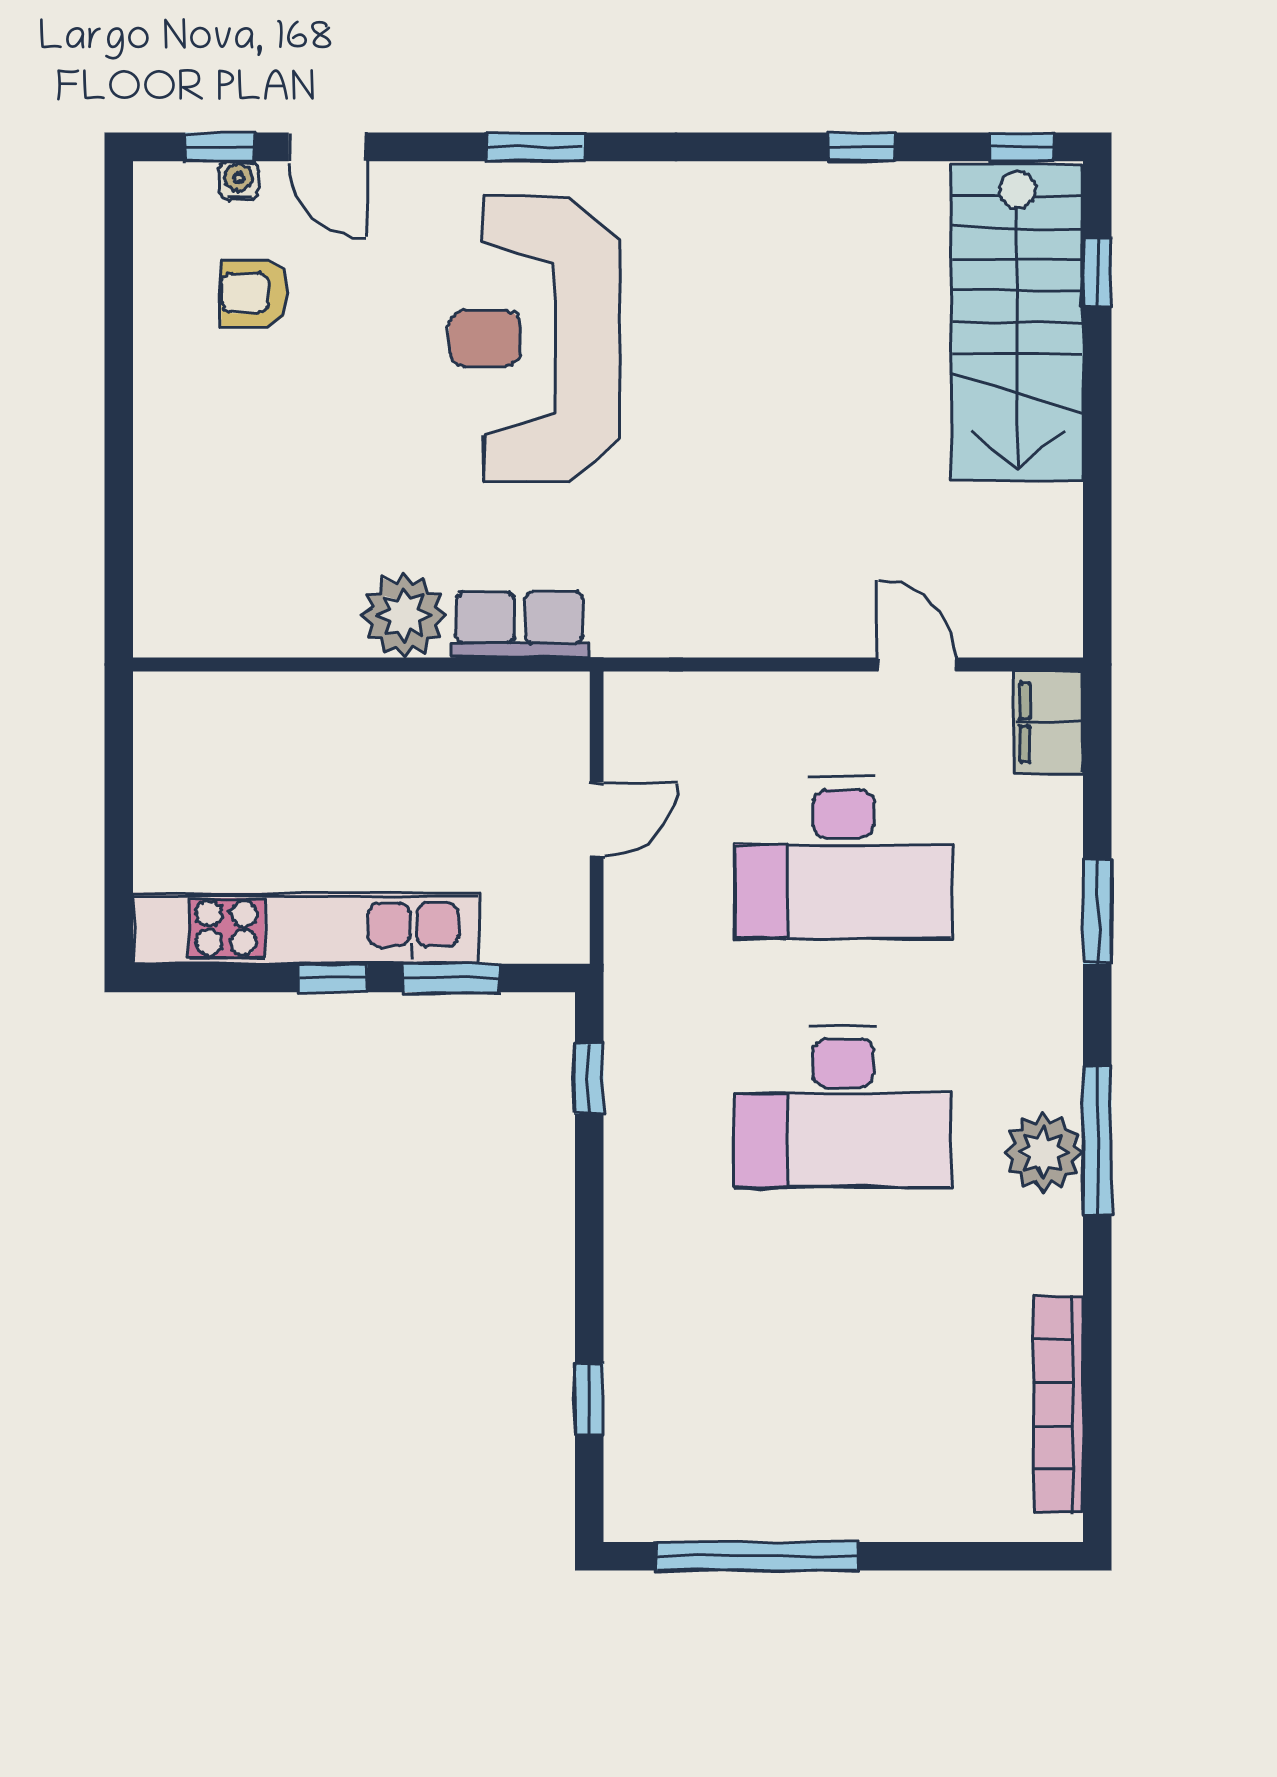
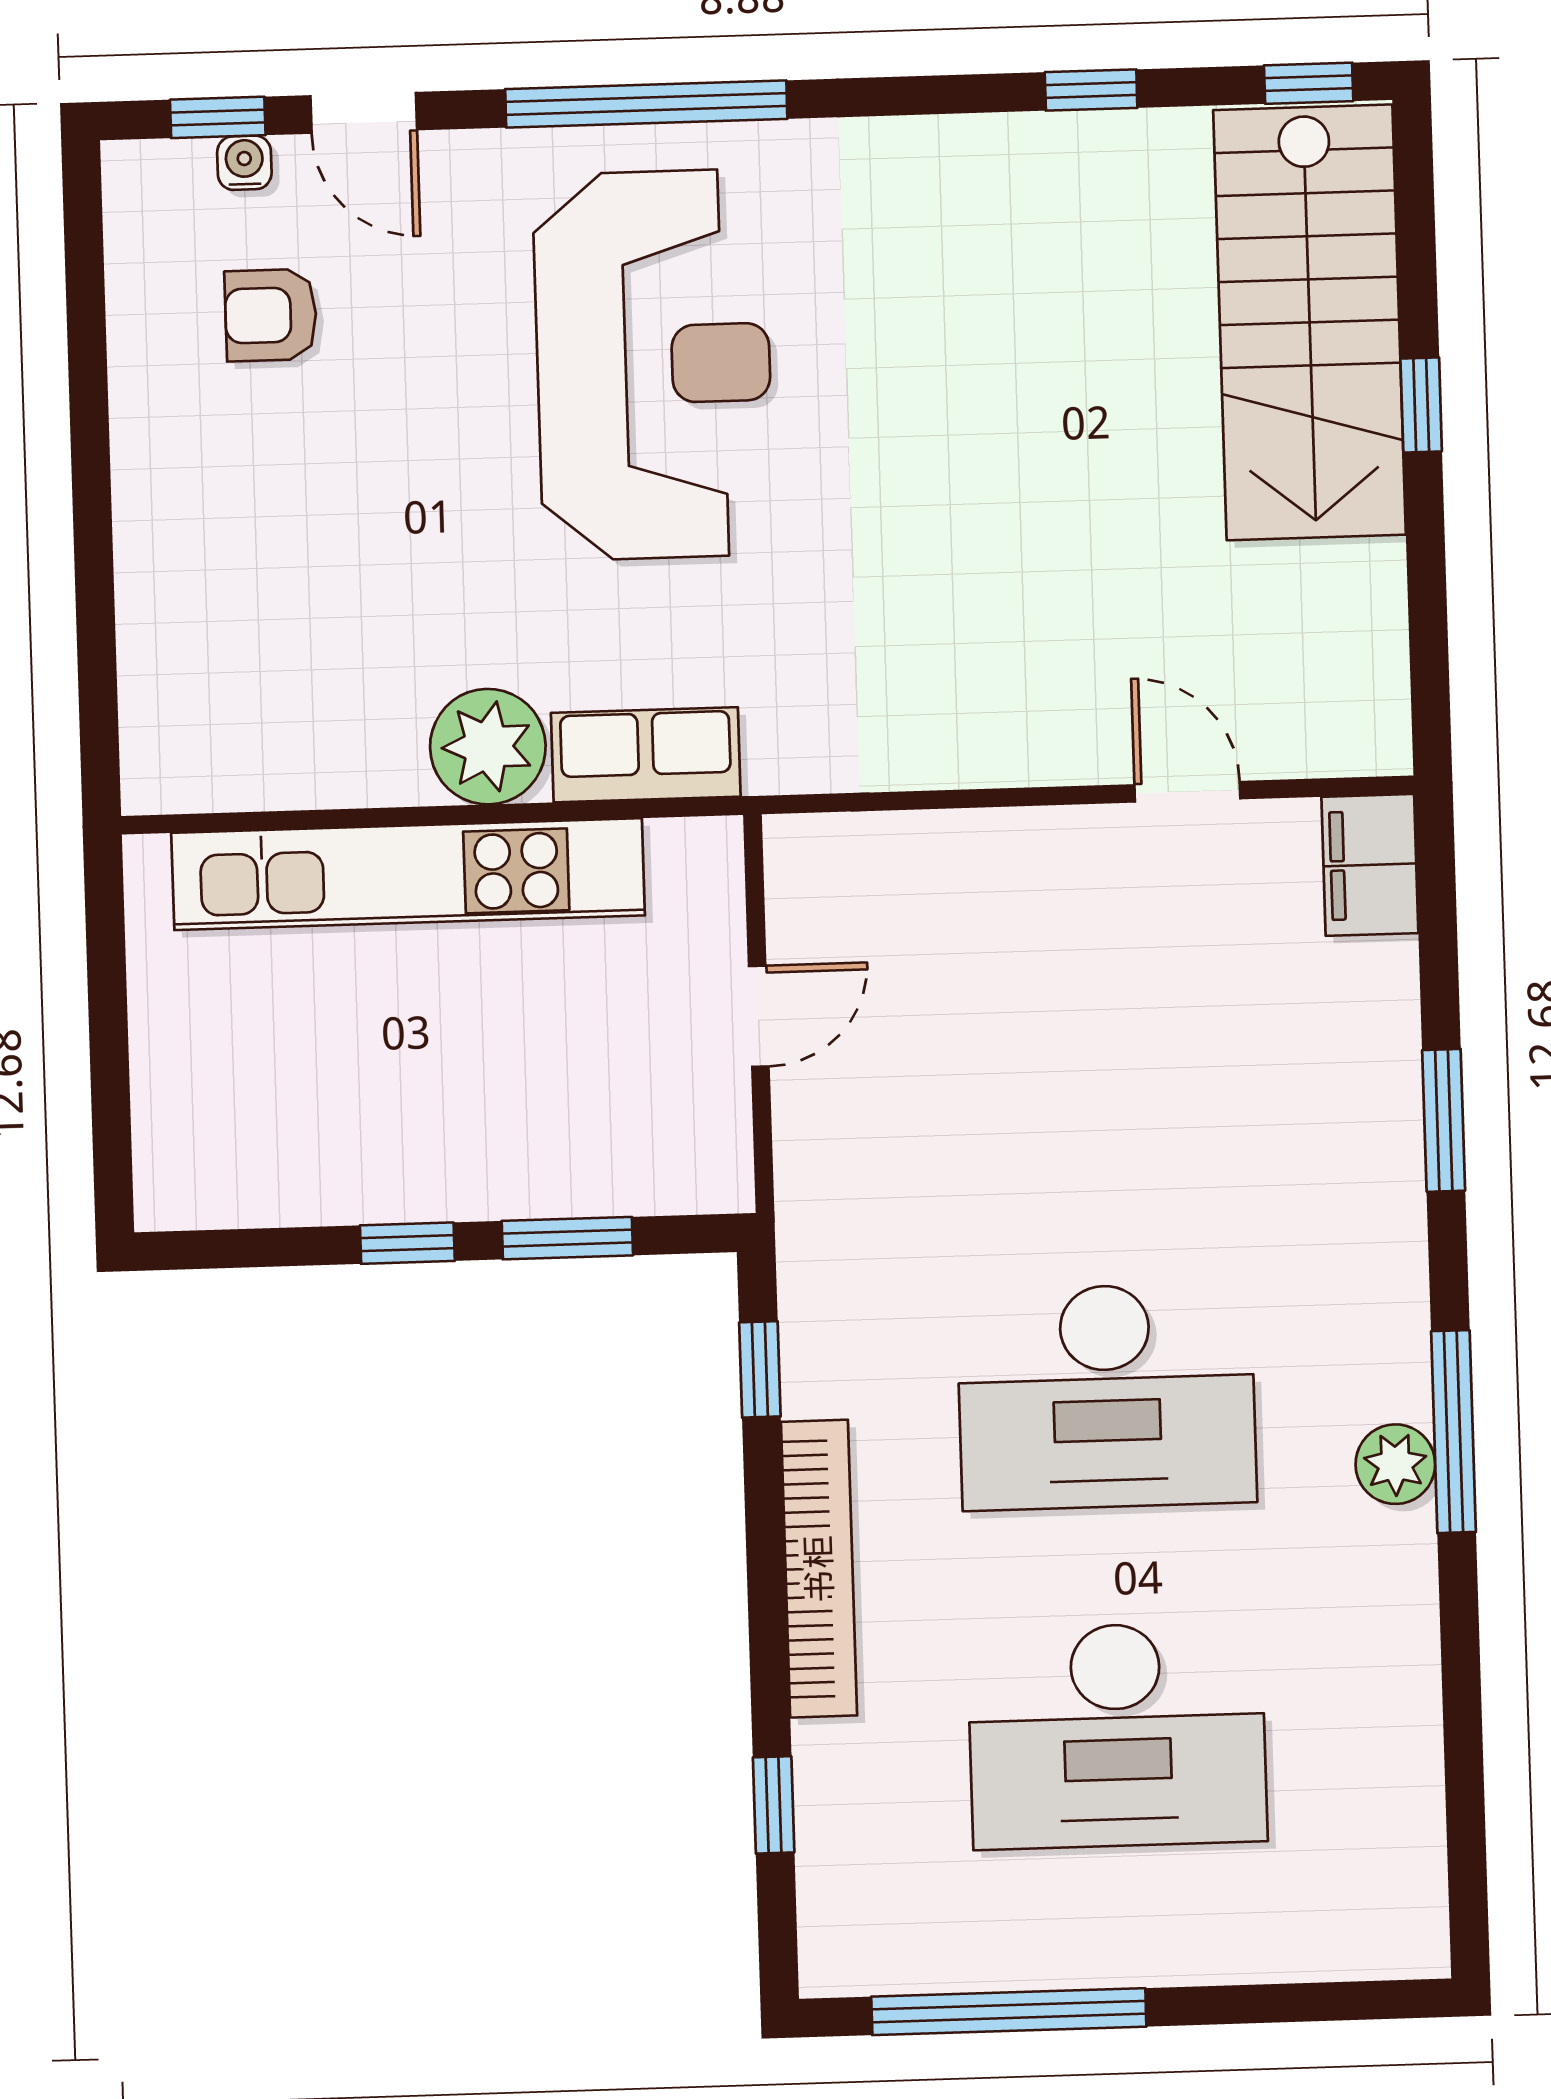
window: (535, 147) -> (646, 104), width x2.11
window: (1097, 272) -> (1421, 405), moved
reception desk: (534, 339) -> (654, 365), turned 180
desk: (843, 857) -> (1117, 1735), moved
kitchen unit: (306, 928) -> (408, 874), moved, turned 180
plant: (1043, 1152) -> (1395, 1464), width x0.73, depth x0.73
bookcase: (1058, 1404) -> (819, 1569), moved, turned 180

